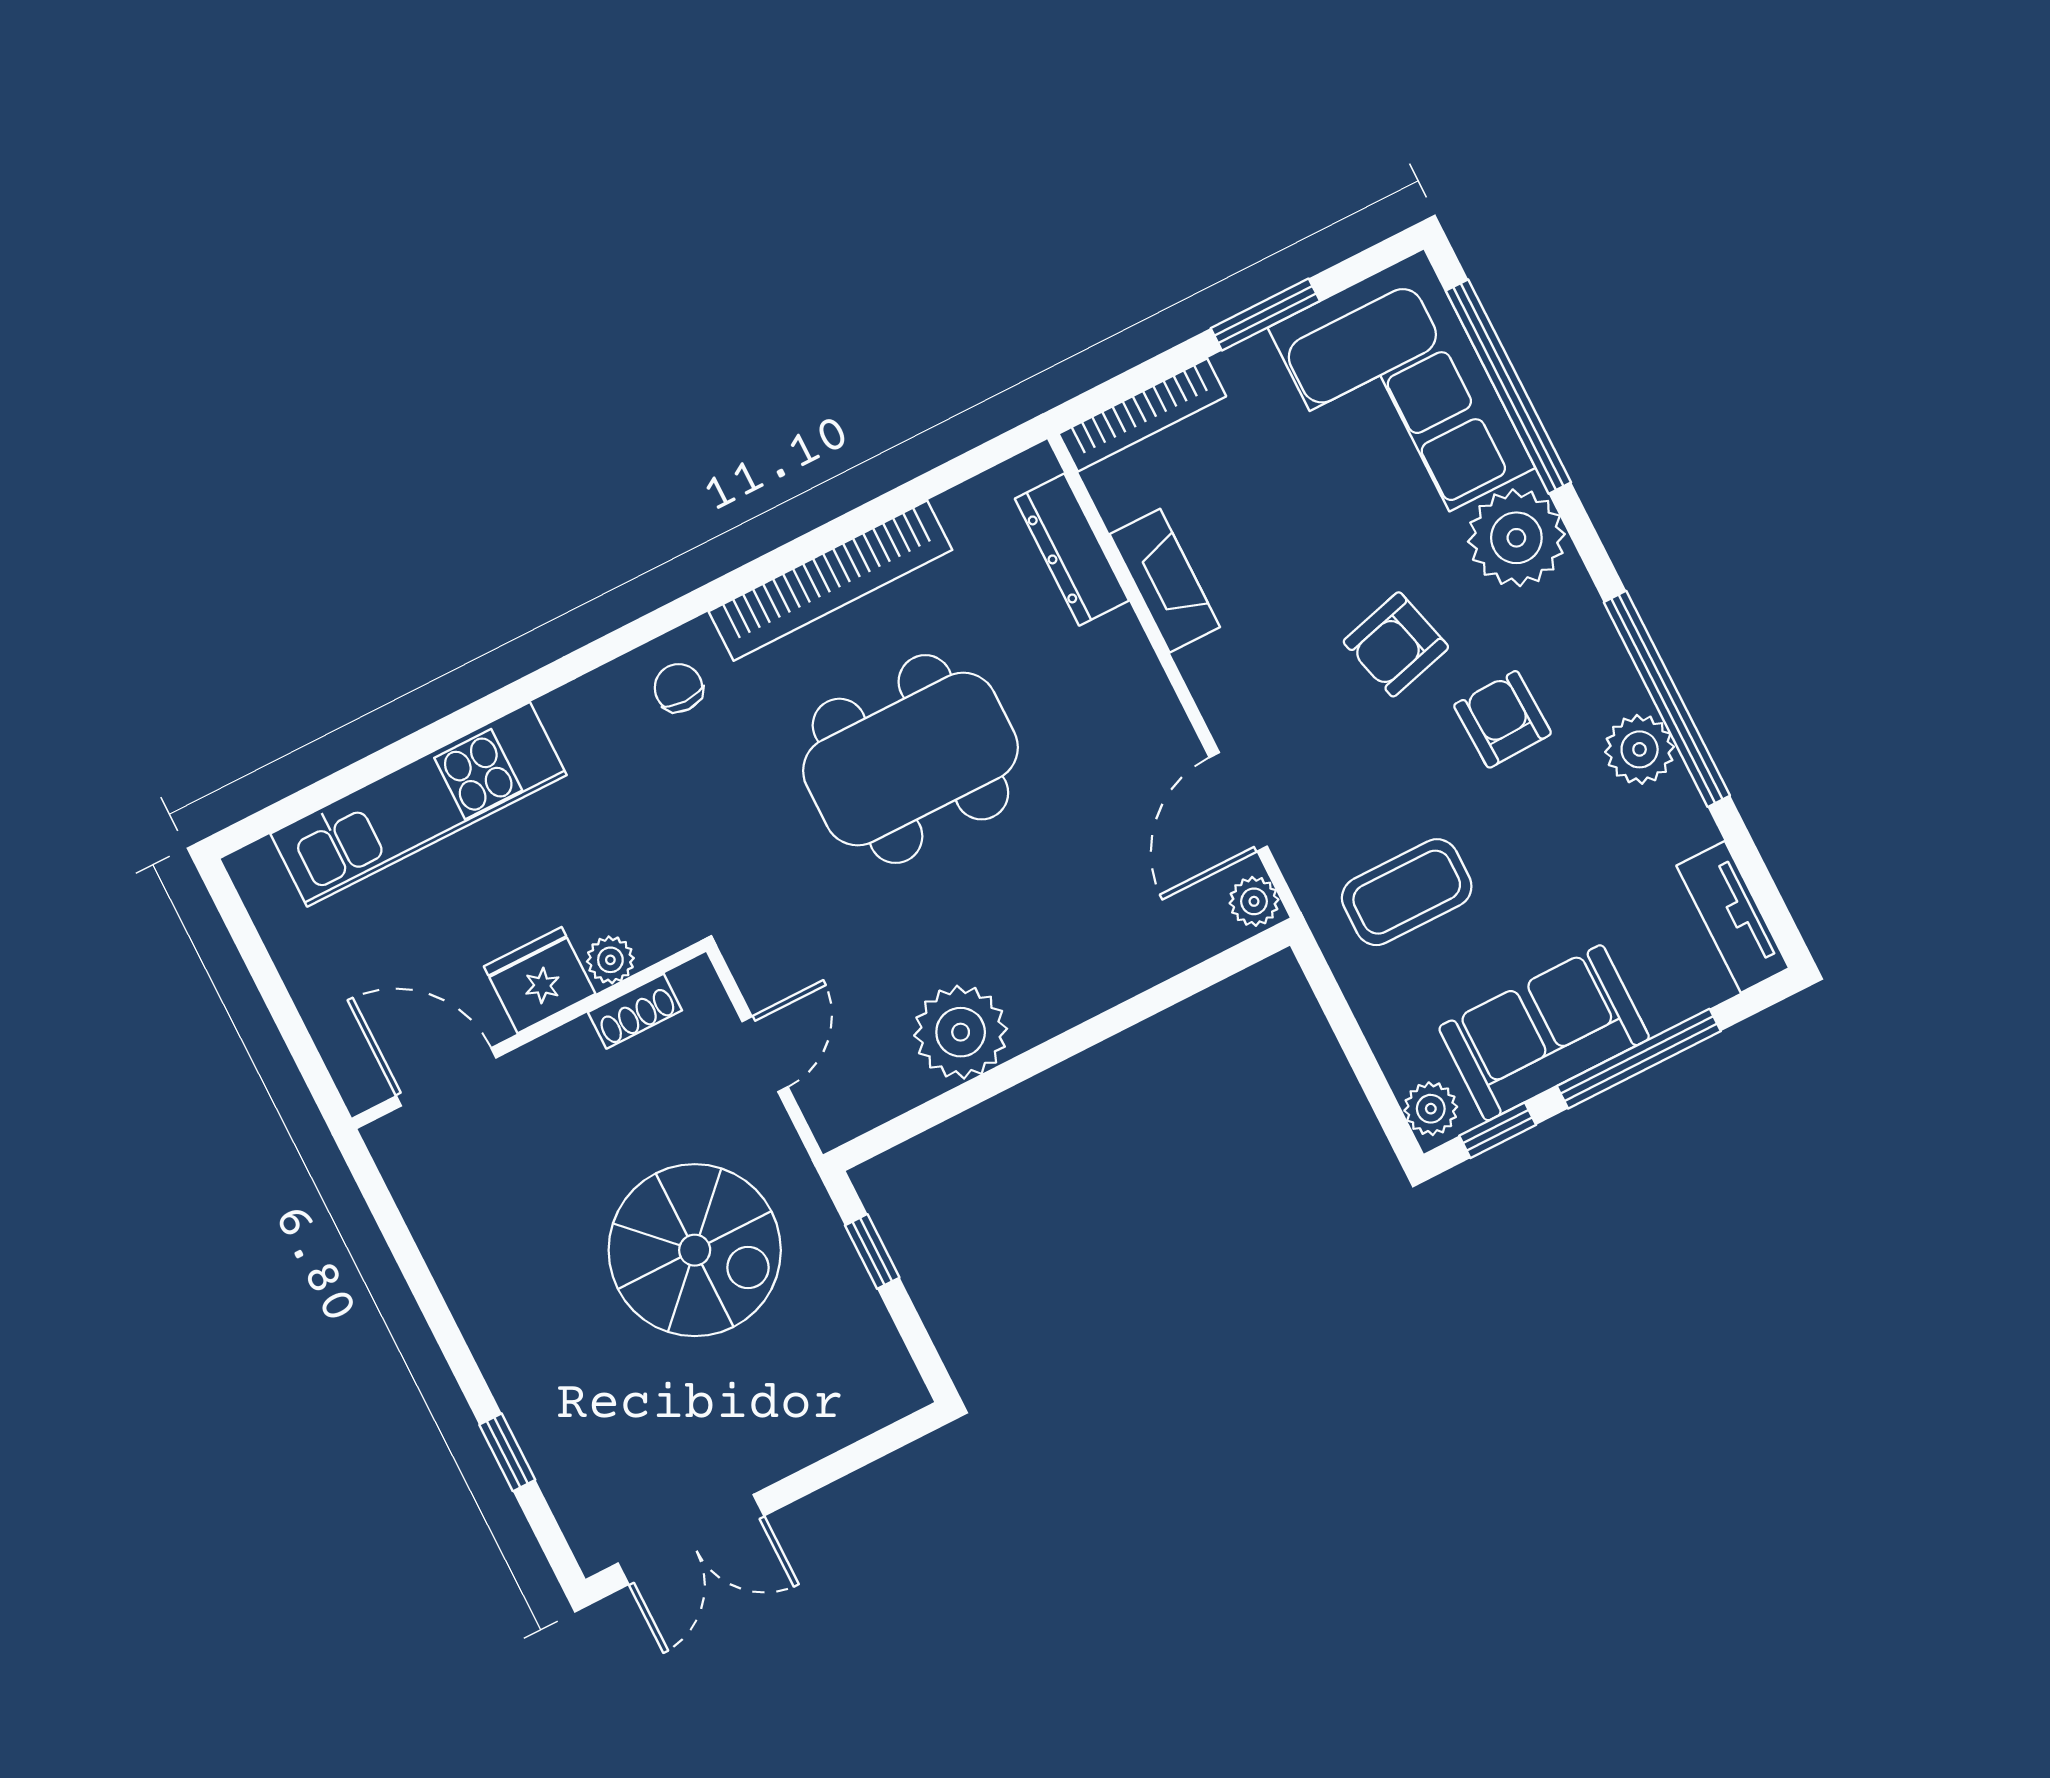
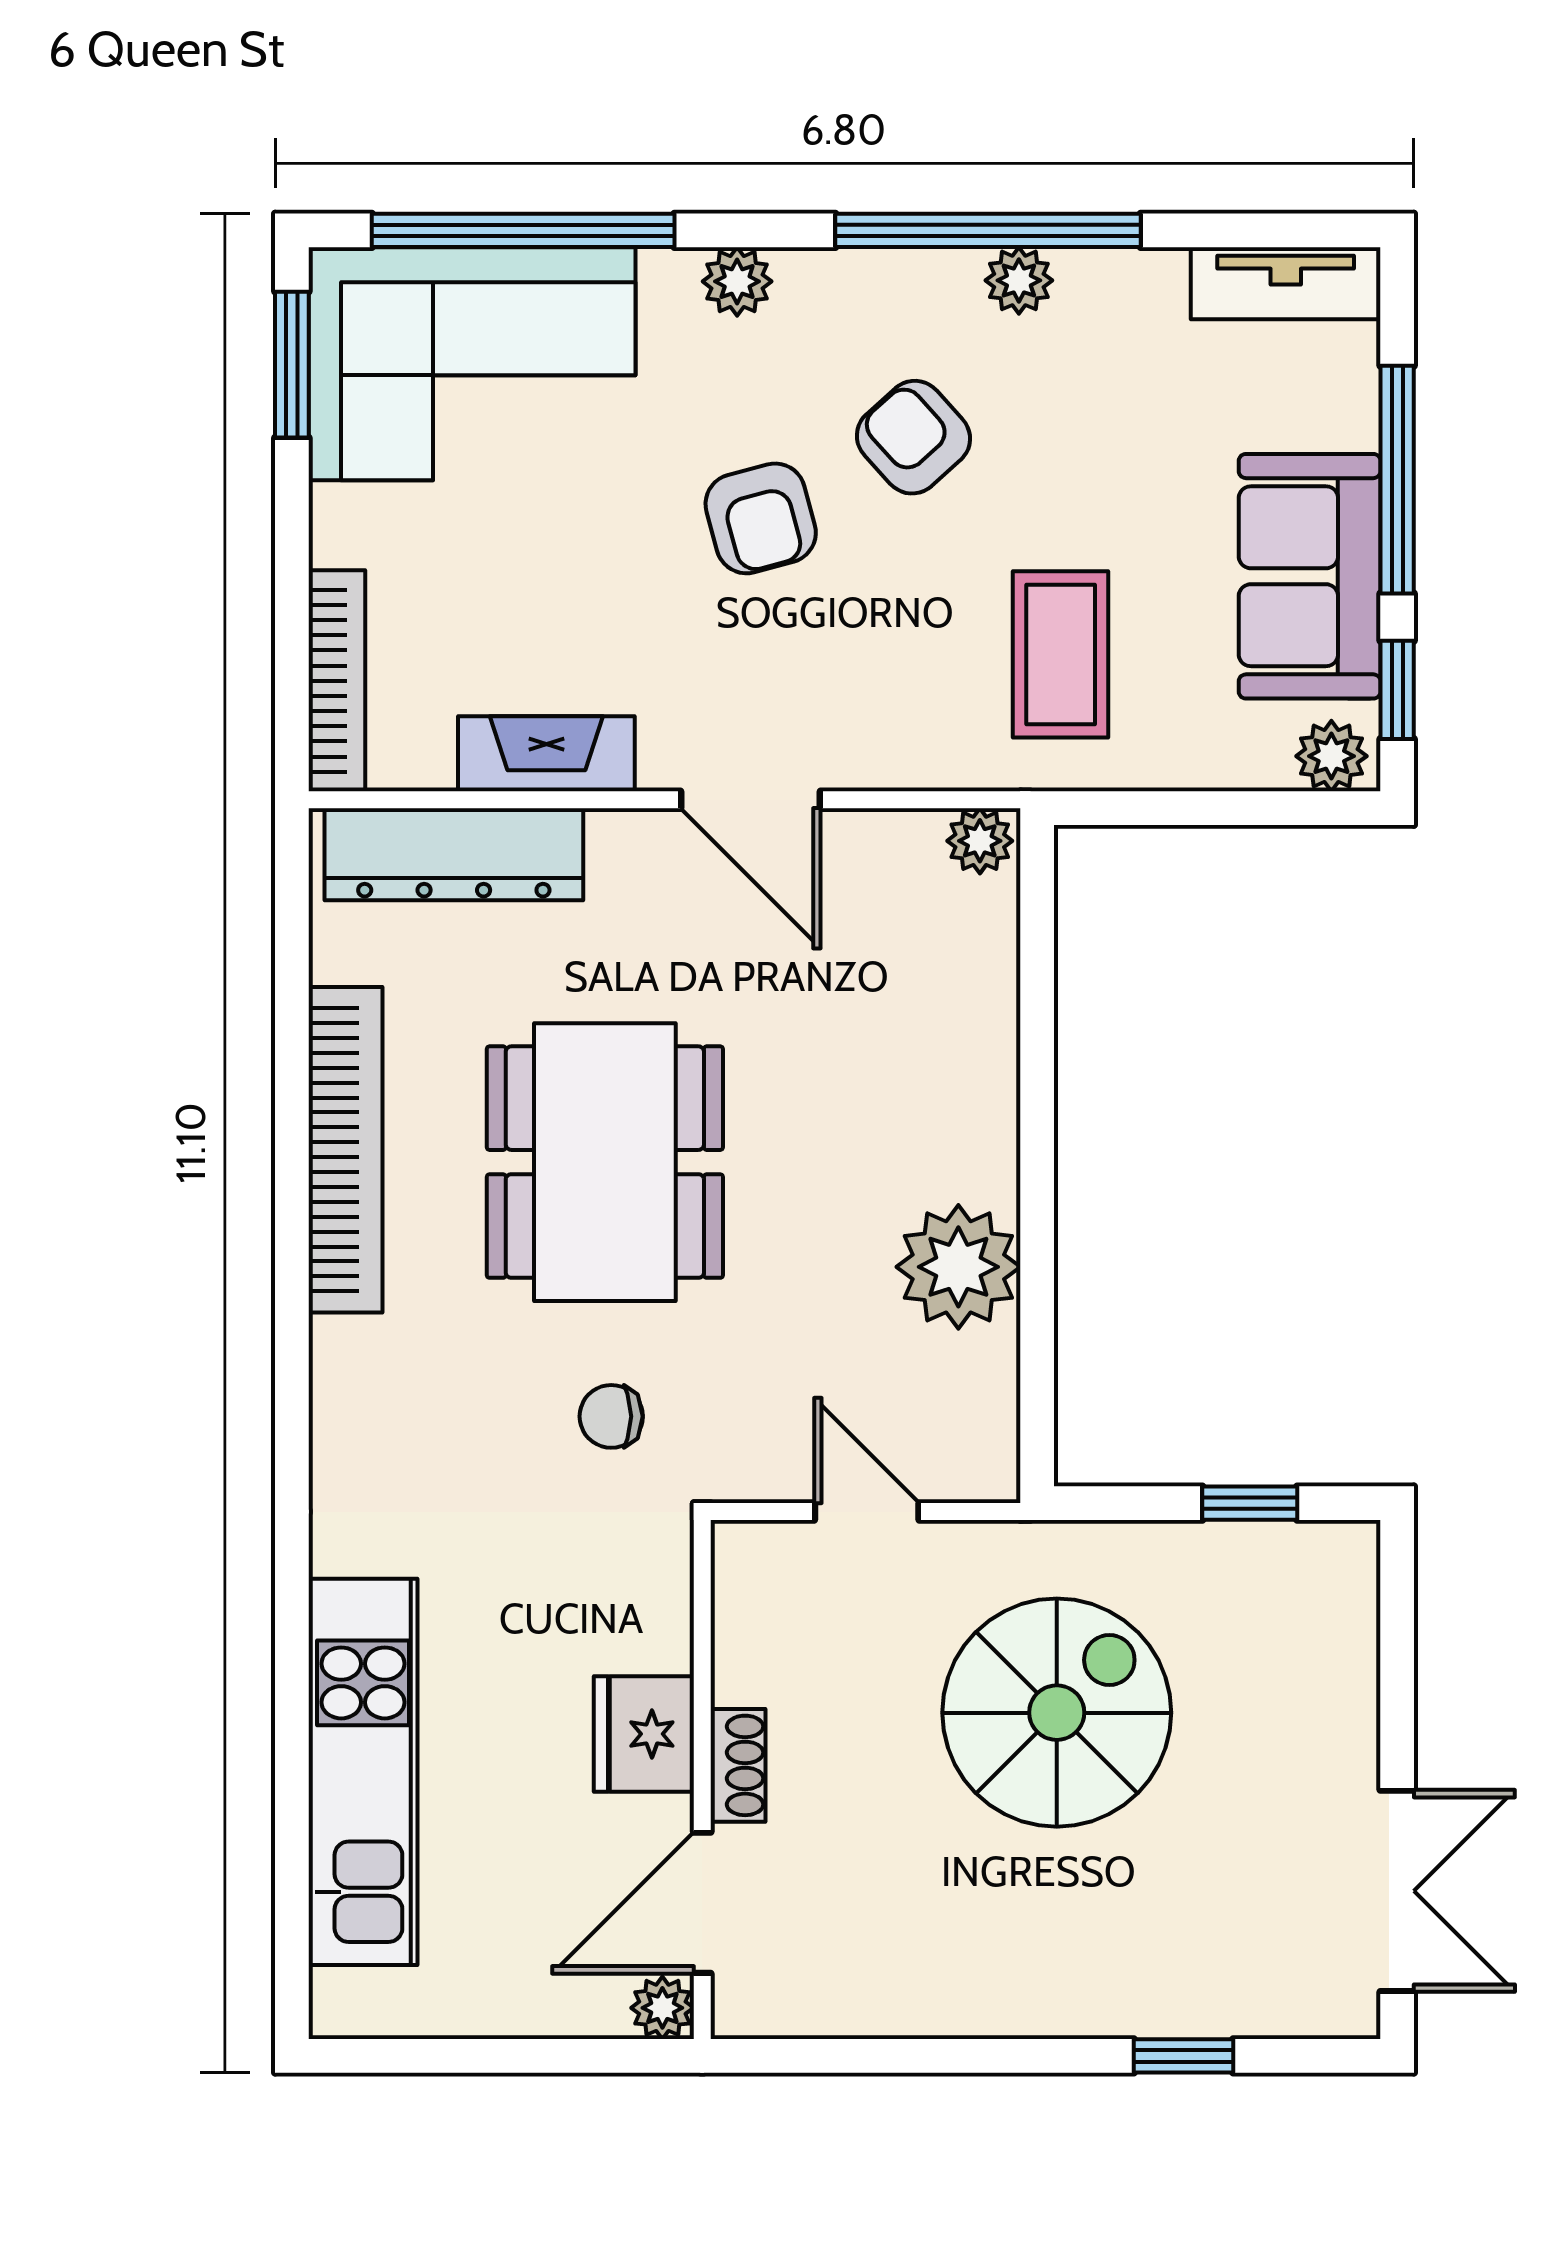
window: (1265, 315) -> (292, 365), moved
plant: (1516, 538) -> (737, 281), width x0.53, depth x0.53
dresser: (1072, 550) -> (454, 854), width x1.37, depth x1.24
chair: (678, 688) -> (611, 1416), moved
armchair: (1503, 719) -> (913, 437), turned 50
plant: (1640, 749) -> (1019, 280), width x0.73, depth x0.73
door: (1238, 802) -> (750, 800), moved
plant: (610, 960) -> (662, 2008), moved
shoe rack: (635, 1011) -> (738, 1765), moved
window: (872, 1251) -> (1250, 1503), moved

